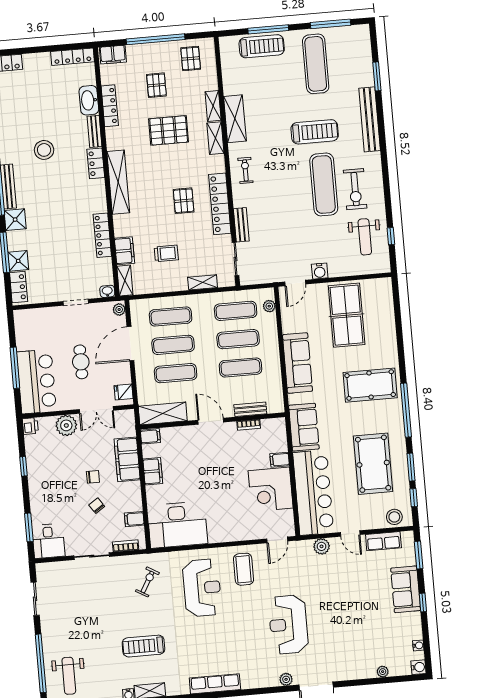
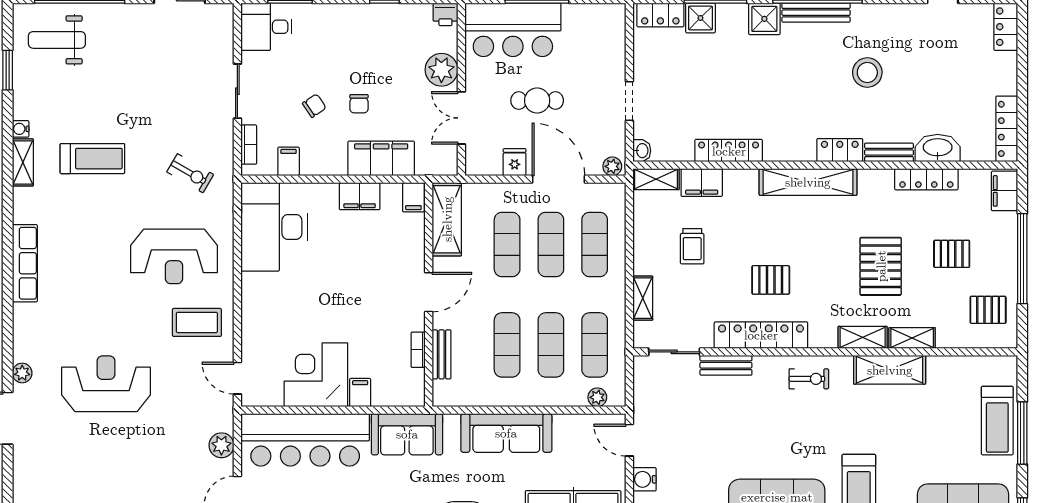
fridge: (124, 392) -> (515, 162), moved
treadmill: (143, 646) -> (92, 159), turned 90

